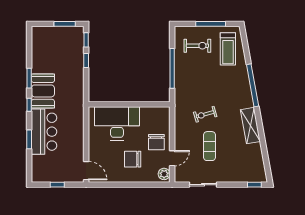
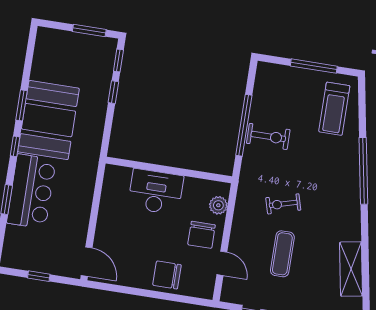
exercise bike: (197, 46) -> (268, 136), moved
booth: (43, 91) -> (49, 120), width x1.36, depth x1.42
desk: (117, 123) -> (156, 192), width x0.73, depth x0.77
shelving: (250, 126) -> (351, 269), moved
door: (172, 158) -> (222, 263), hinge flipped
chair: (133, 159) -> (167, 275), moved
plant: (164, 174) -> (218, 205), moved

